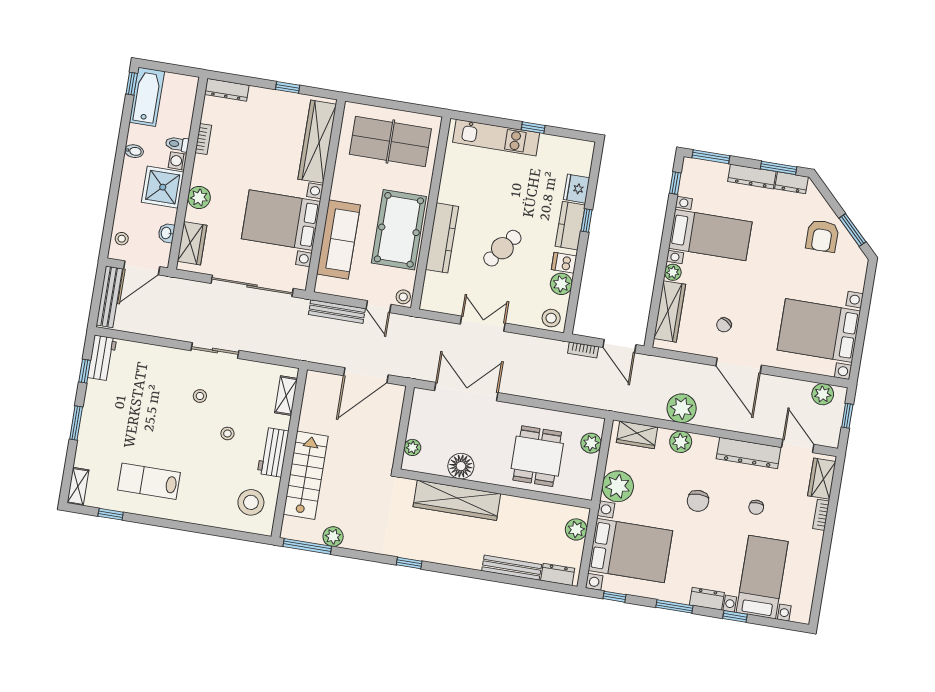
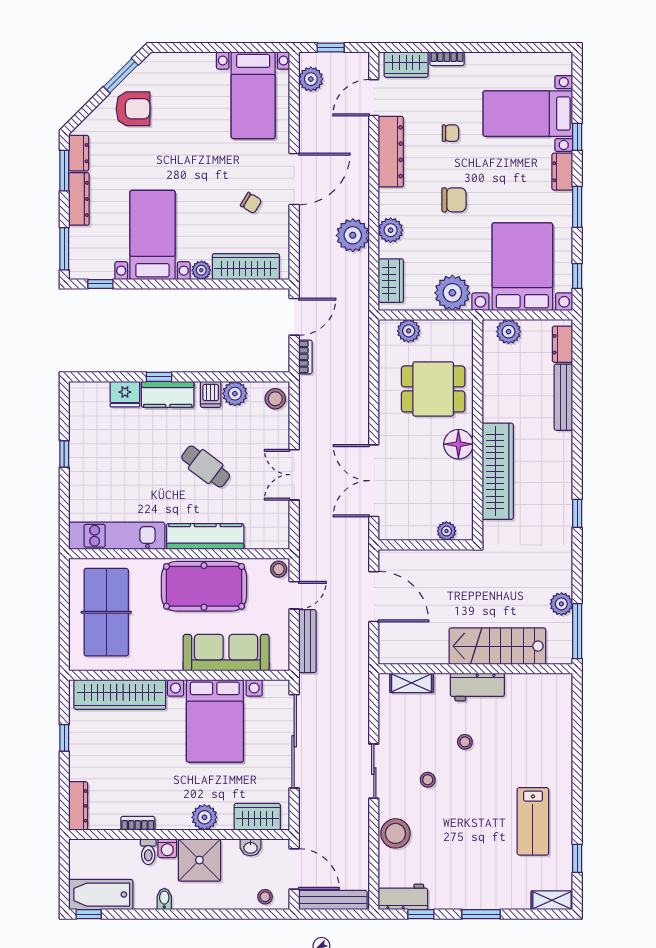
kitchen unit: (496, 138) -> (117, 536), moved, turned -90
bed with nightstands: (819, 330) -> (253, 95), width x0.73
floor lamp: (461, 466) -> (458, 444), moved
stool: (251, 502) -> (395, 833), moved

